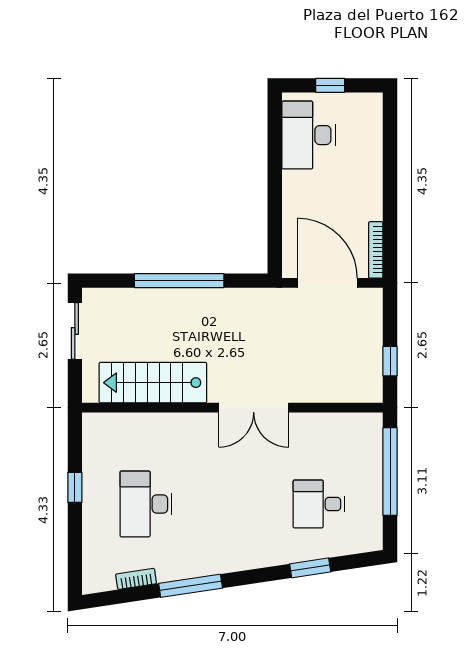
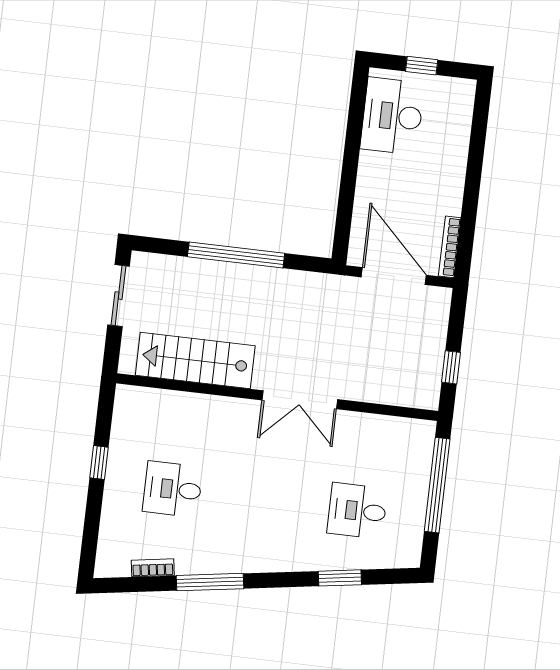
desk: (146, 504) -> (173, 489), width x0.73

